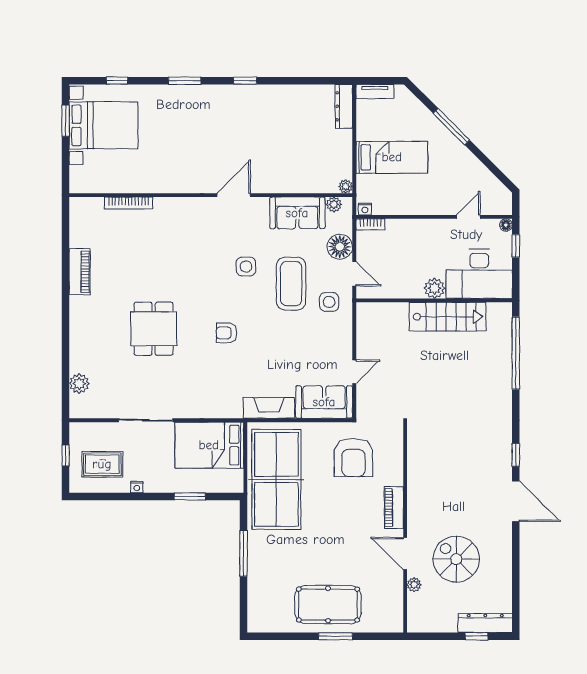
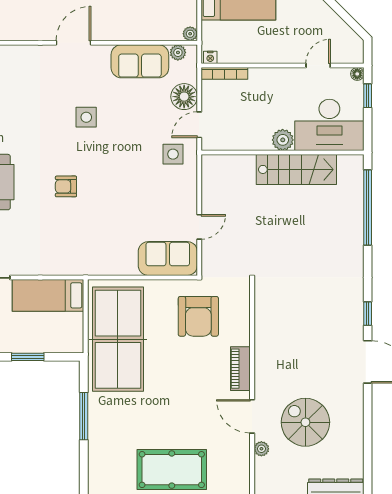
bookcase: (370, 224) -> (224, 73), width x1.56
door: (354, 274) -> (199, 125), swing flipped
coffee table: (291, 284) -> (133, 135), removed
fireplace: (269, 408) -> (110, 265), removed
bed: (209, 445) -> (48, 295), width x0.67

